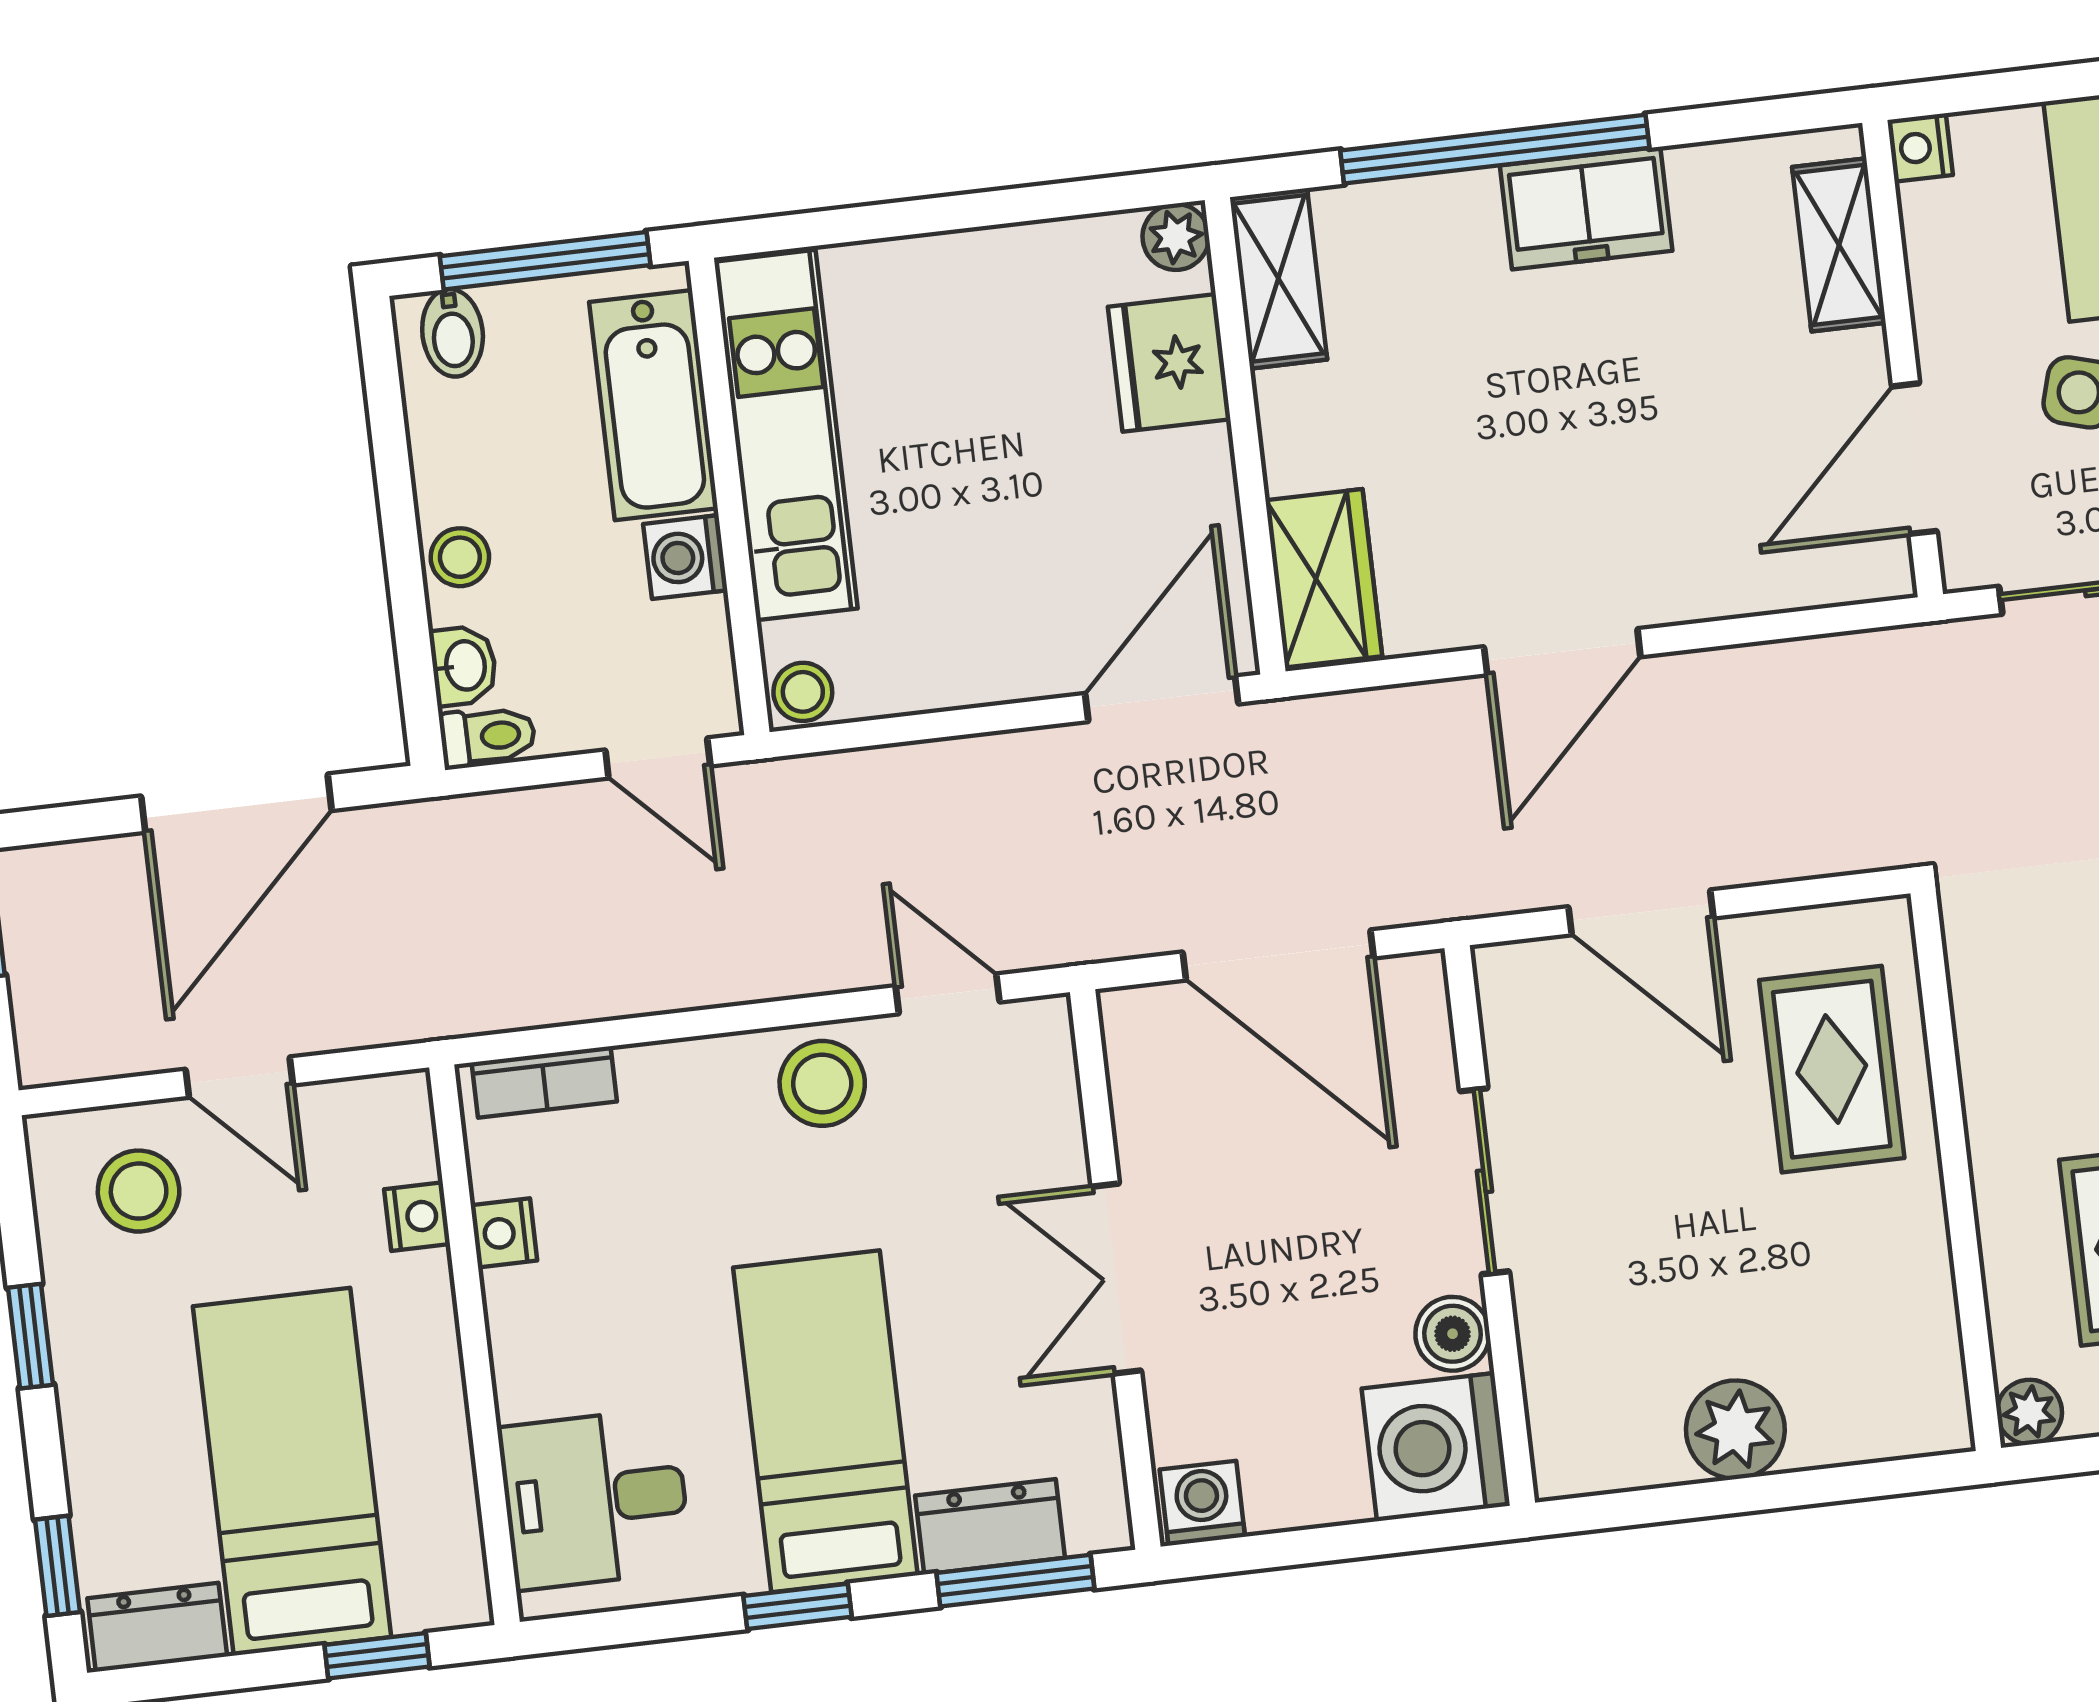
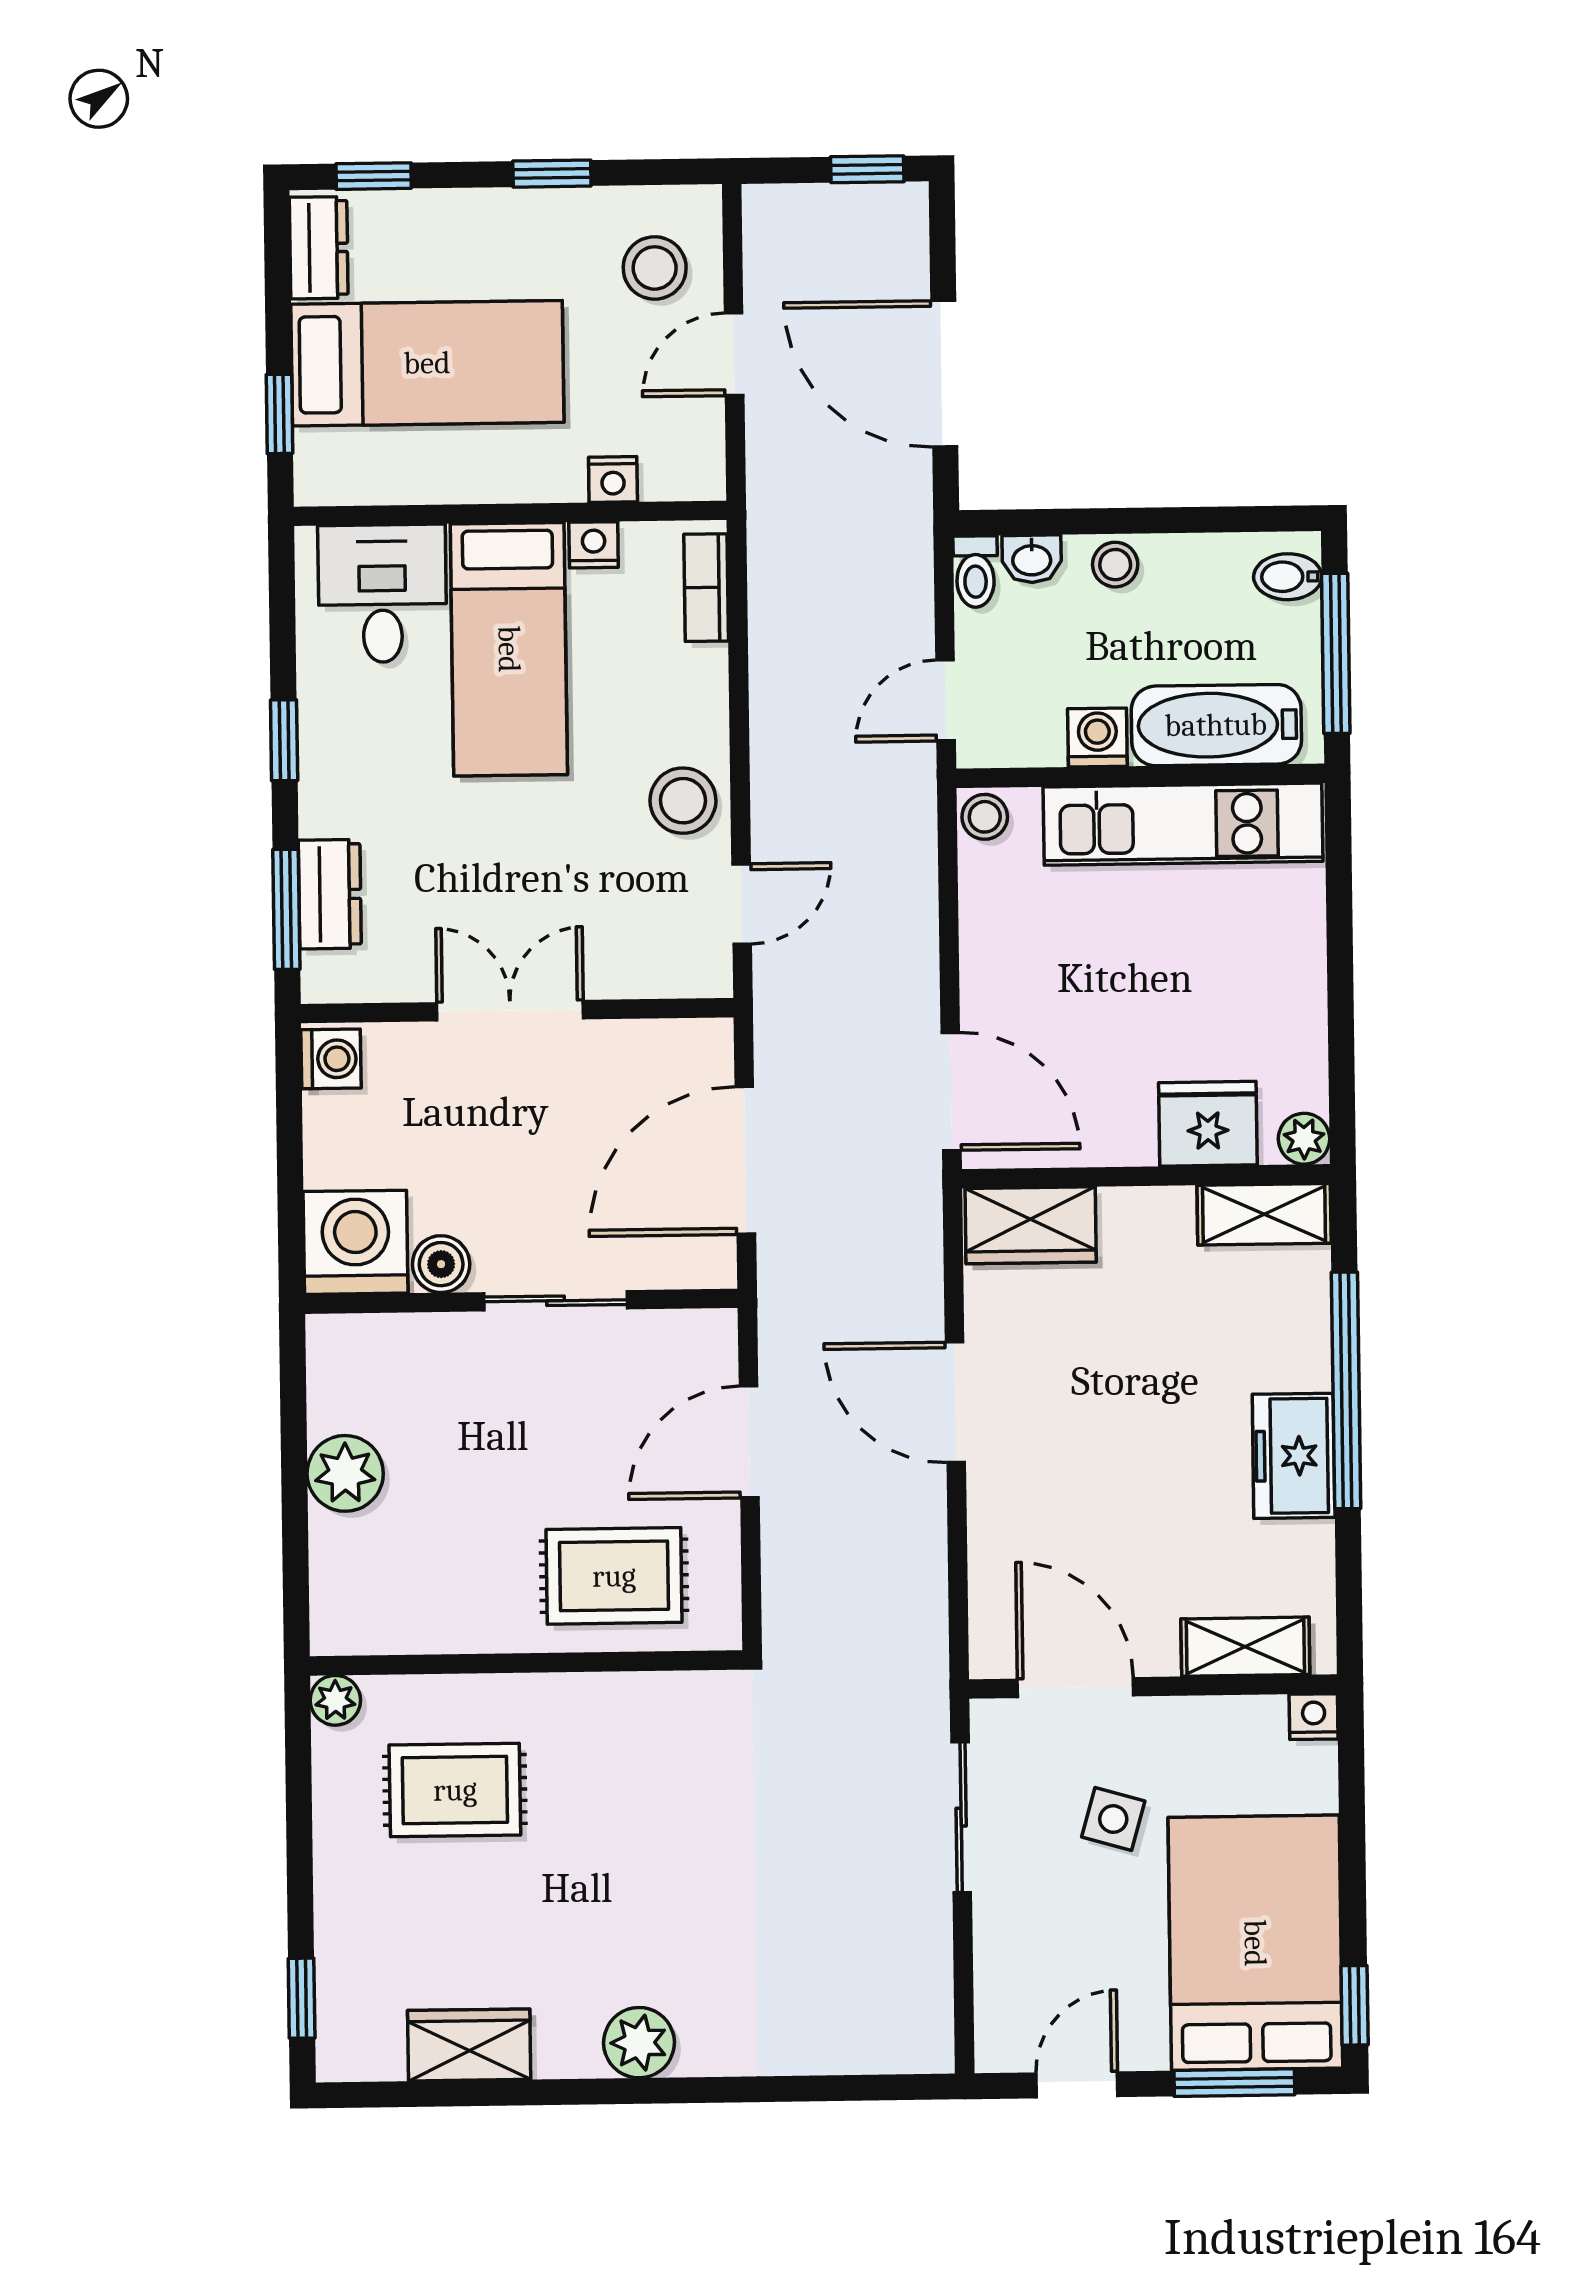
bed: (825, 1421) -> (509, 649), moved, turned 90

